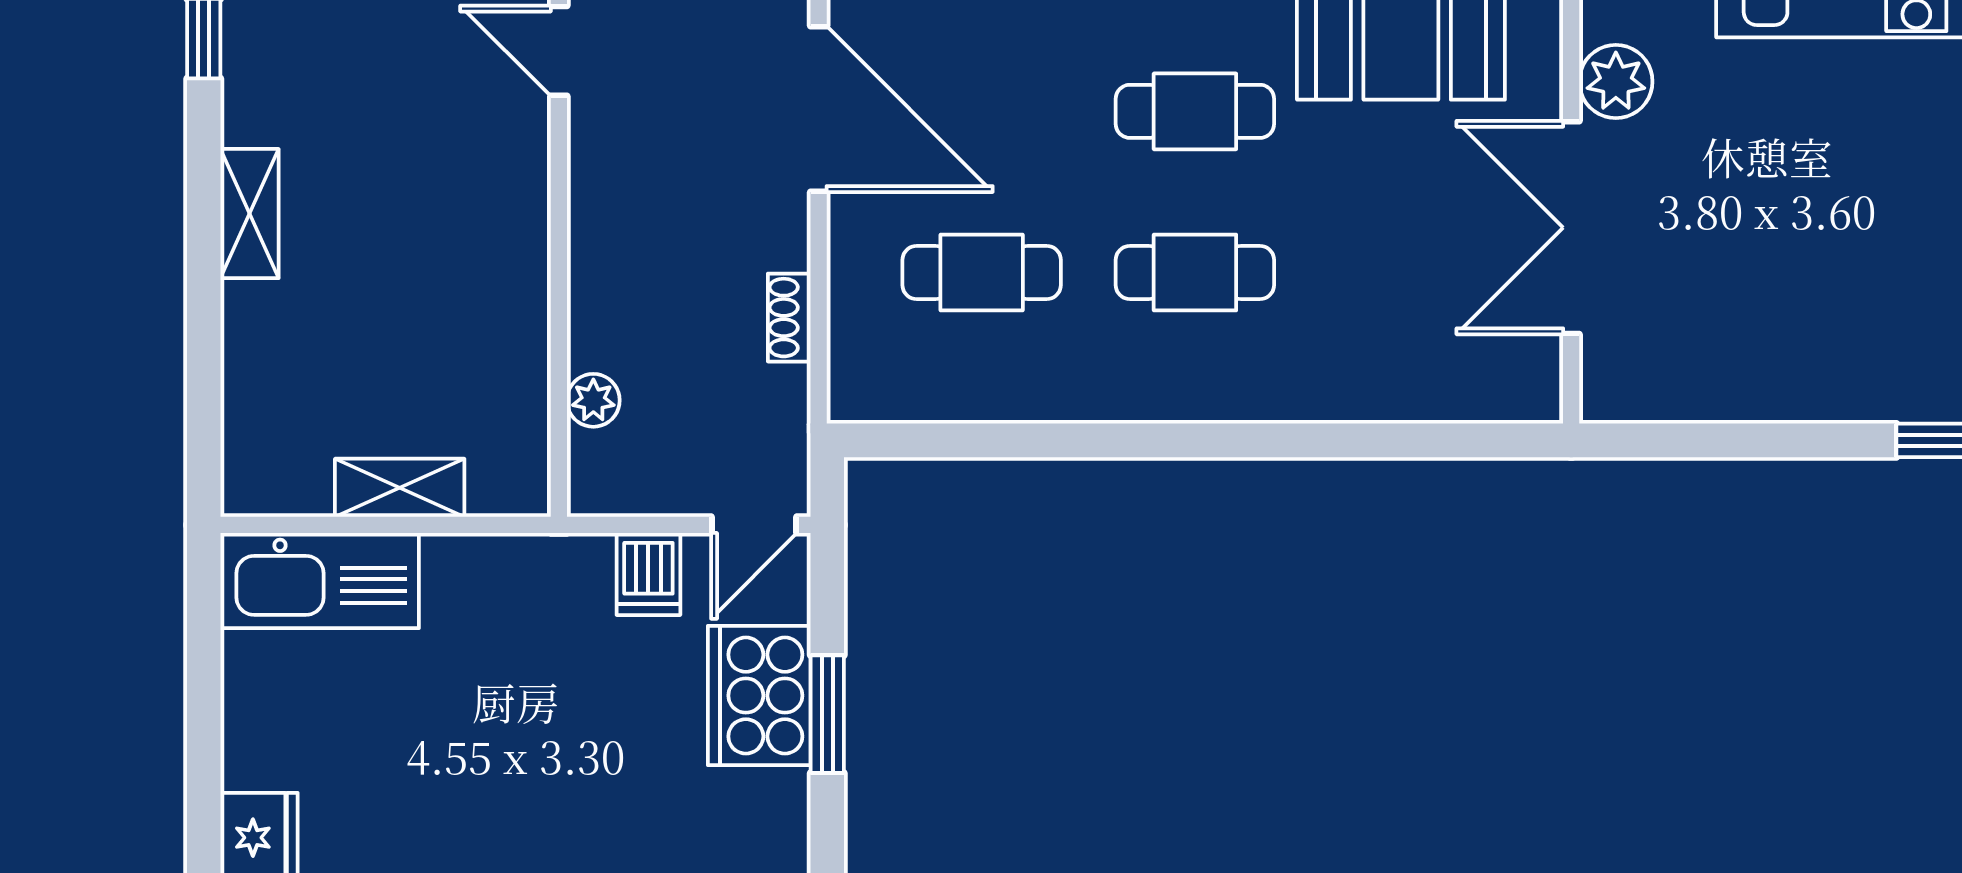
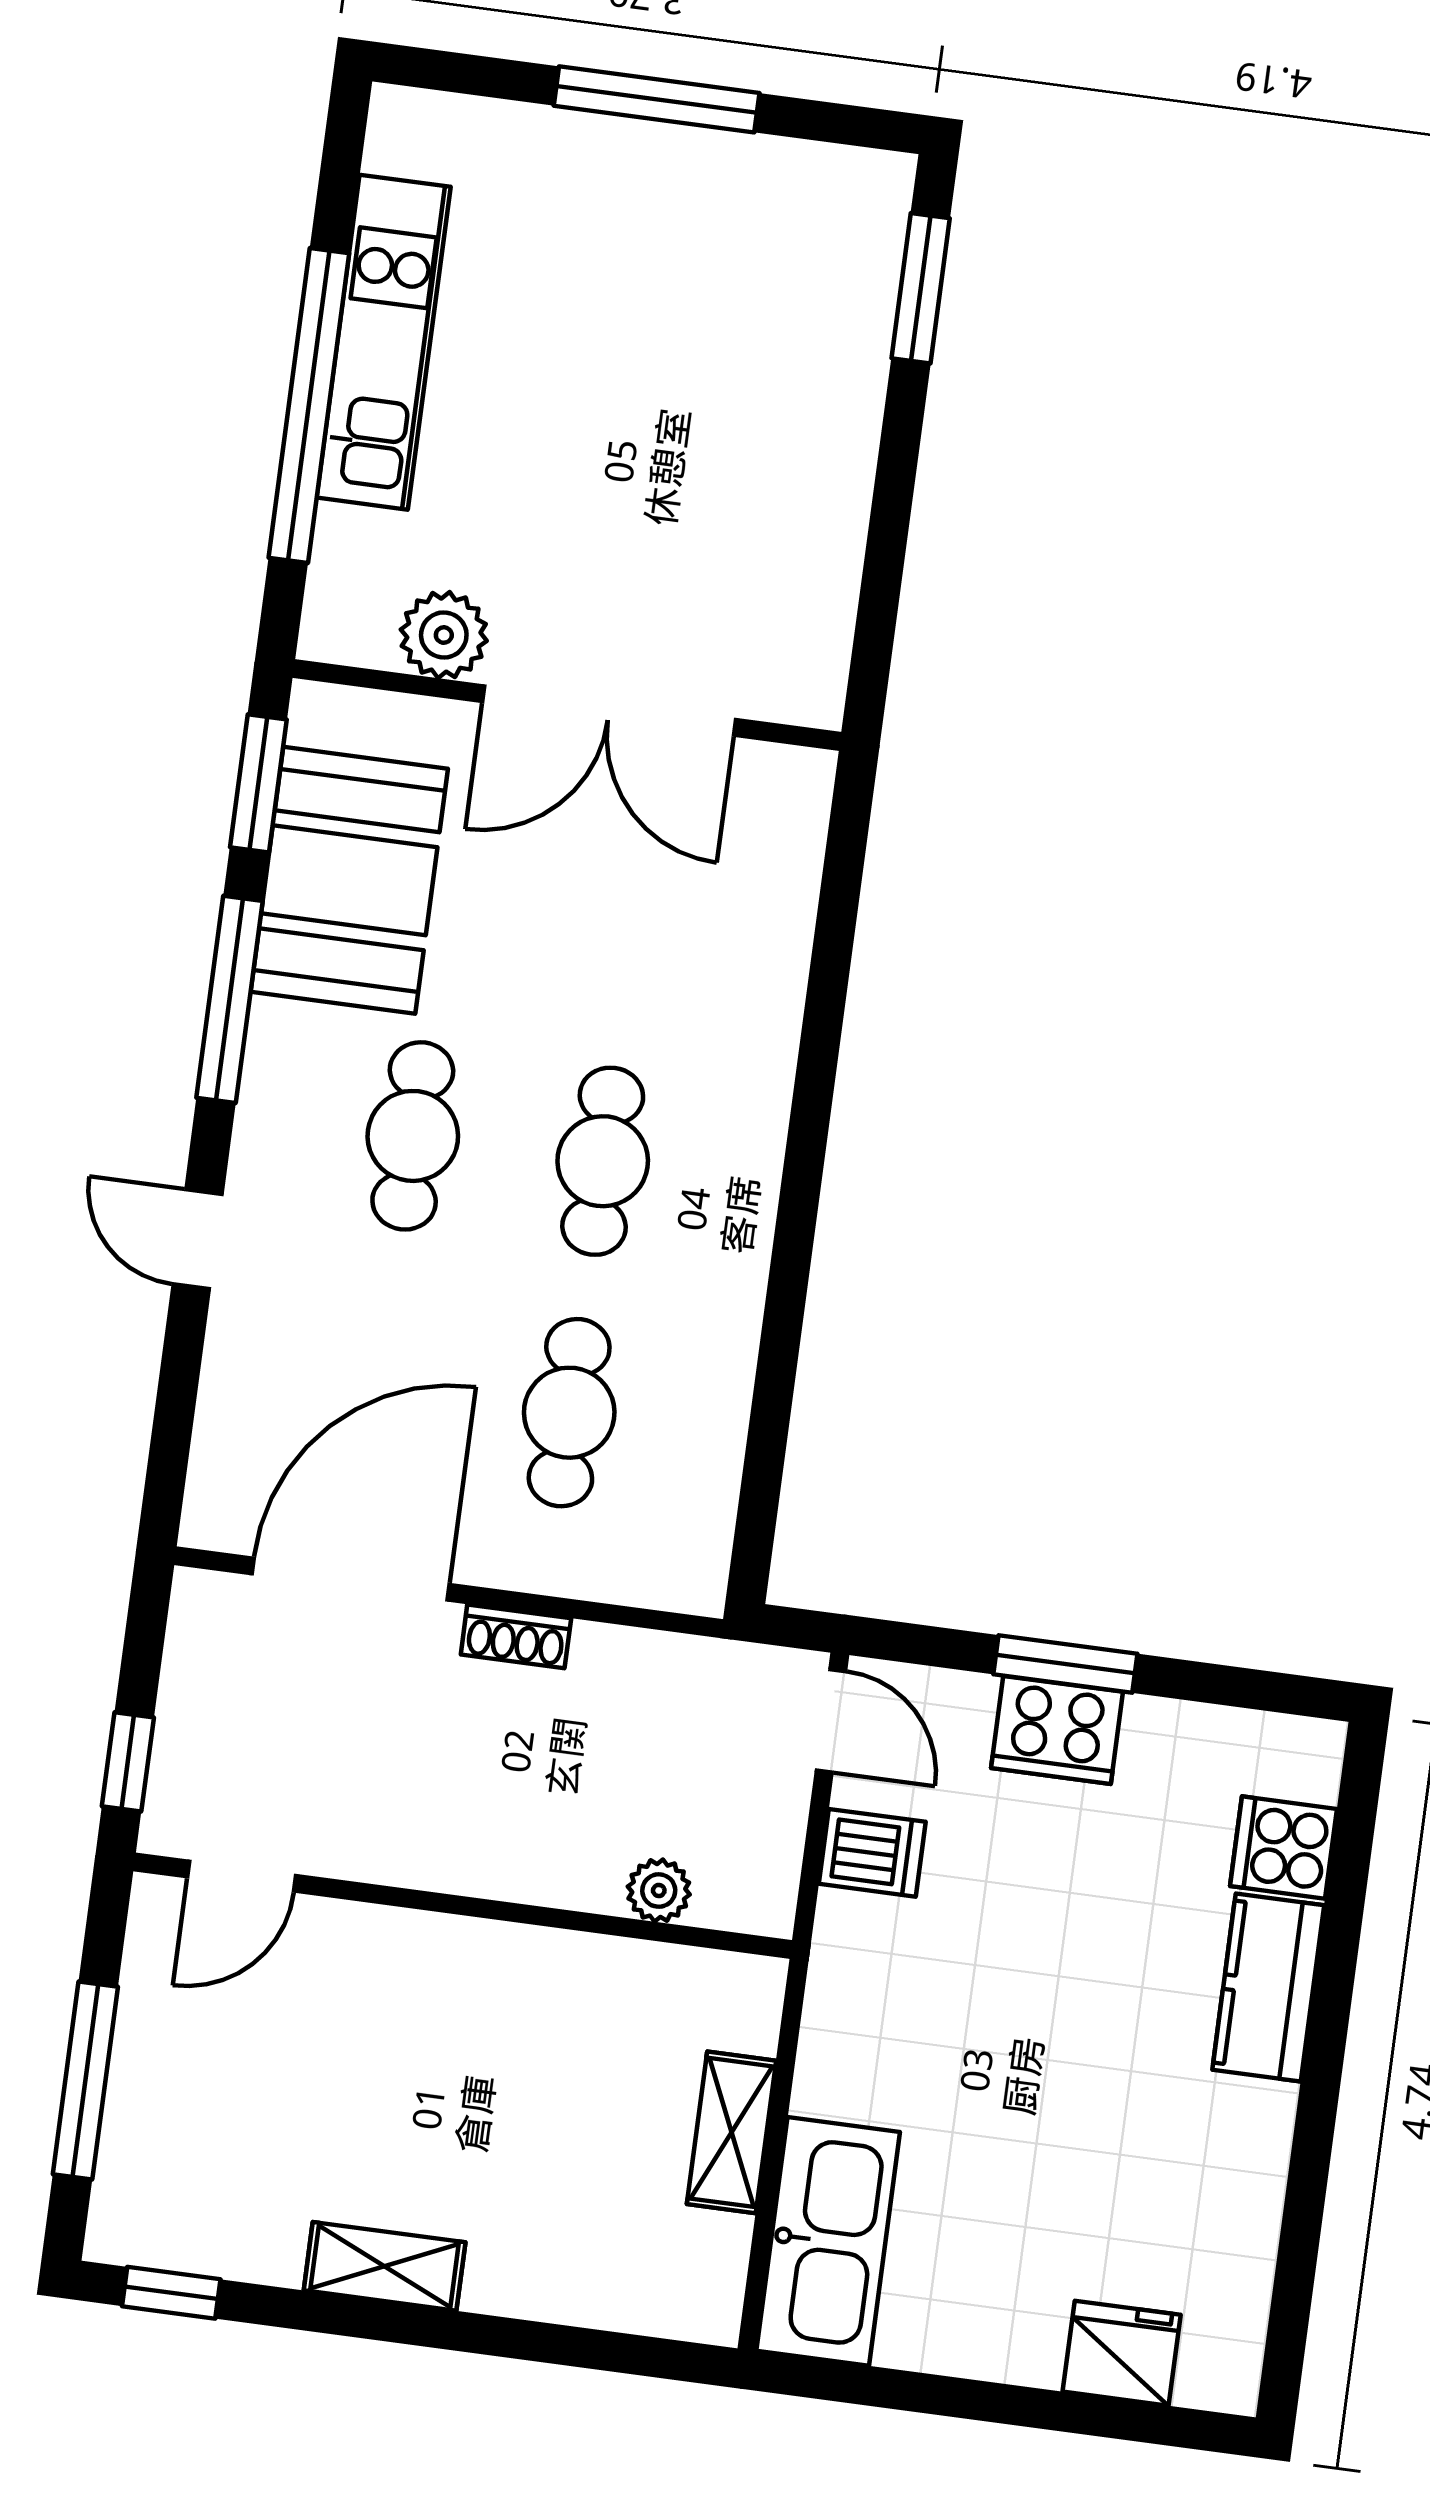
shoe rack: (789, 318) -> (516, 1636), moved
cooker: (759, 696) -> (1057, 1730), width x0.73, depth x0.76

